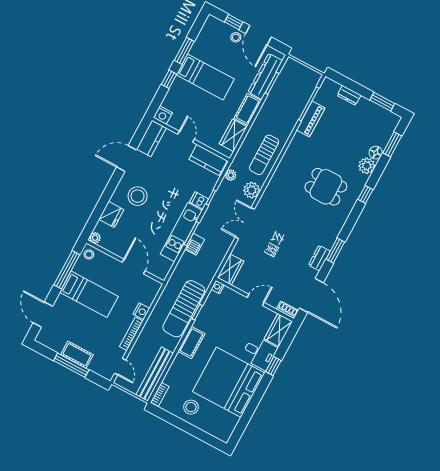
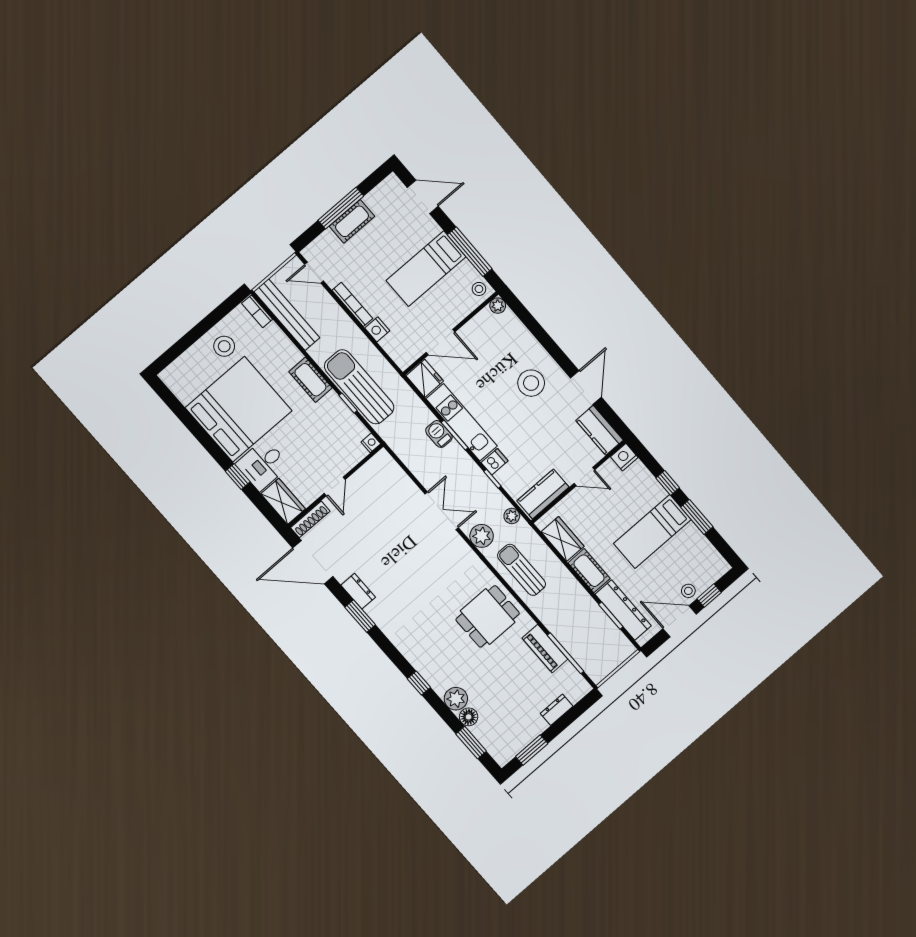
dining table: (326, 187) -> (488, 616), moved
fridge: (111, 214) -> (425, 378), moved, turned 180
wardrobe: (231, 269) -> (388, 469), removed
shoe rack: (287, 310) -> (310, 519), width x1.43

